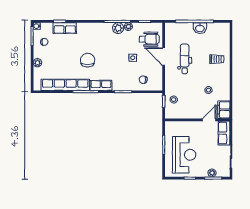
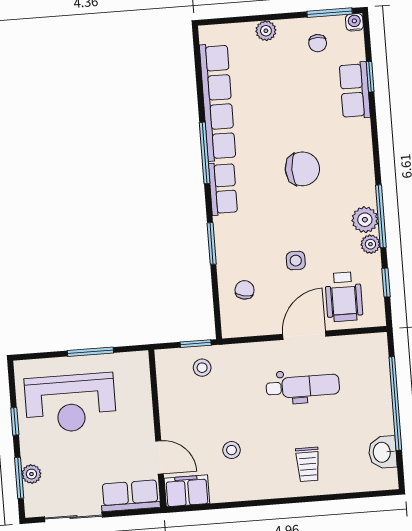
washbasin: (200, 28) -> (383, 452), moved
chair: (88, 60) -> (302, 169), moved

